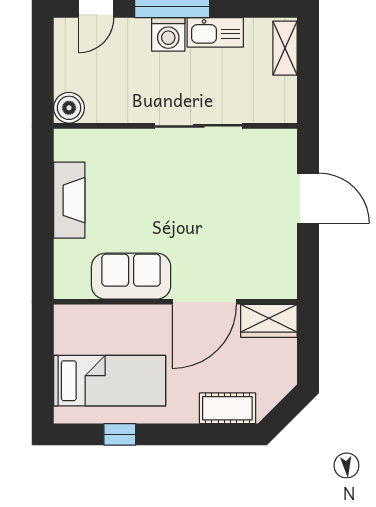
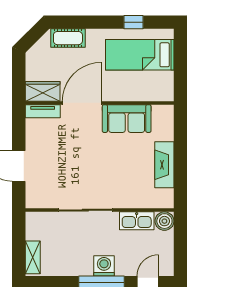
kitchen sink: (215, 32) -> (137, 221), moved, turned 180
tv unit: (269, 288) -> (43, 111), added

